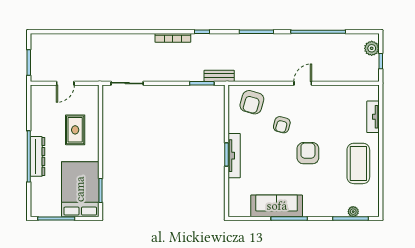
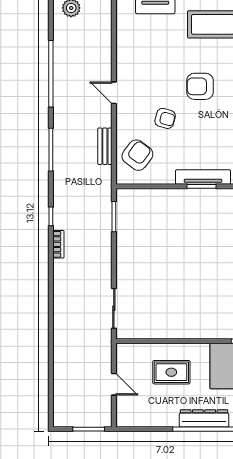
bookcase: (173, 38) -> (58, 244), width x0.64
bench: (219, 76) -> (105, 146), moved
armchair: (252, 102) -> (137, 155), turned -69

